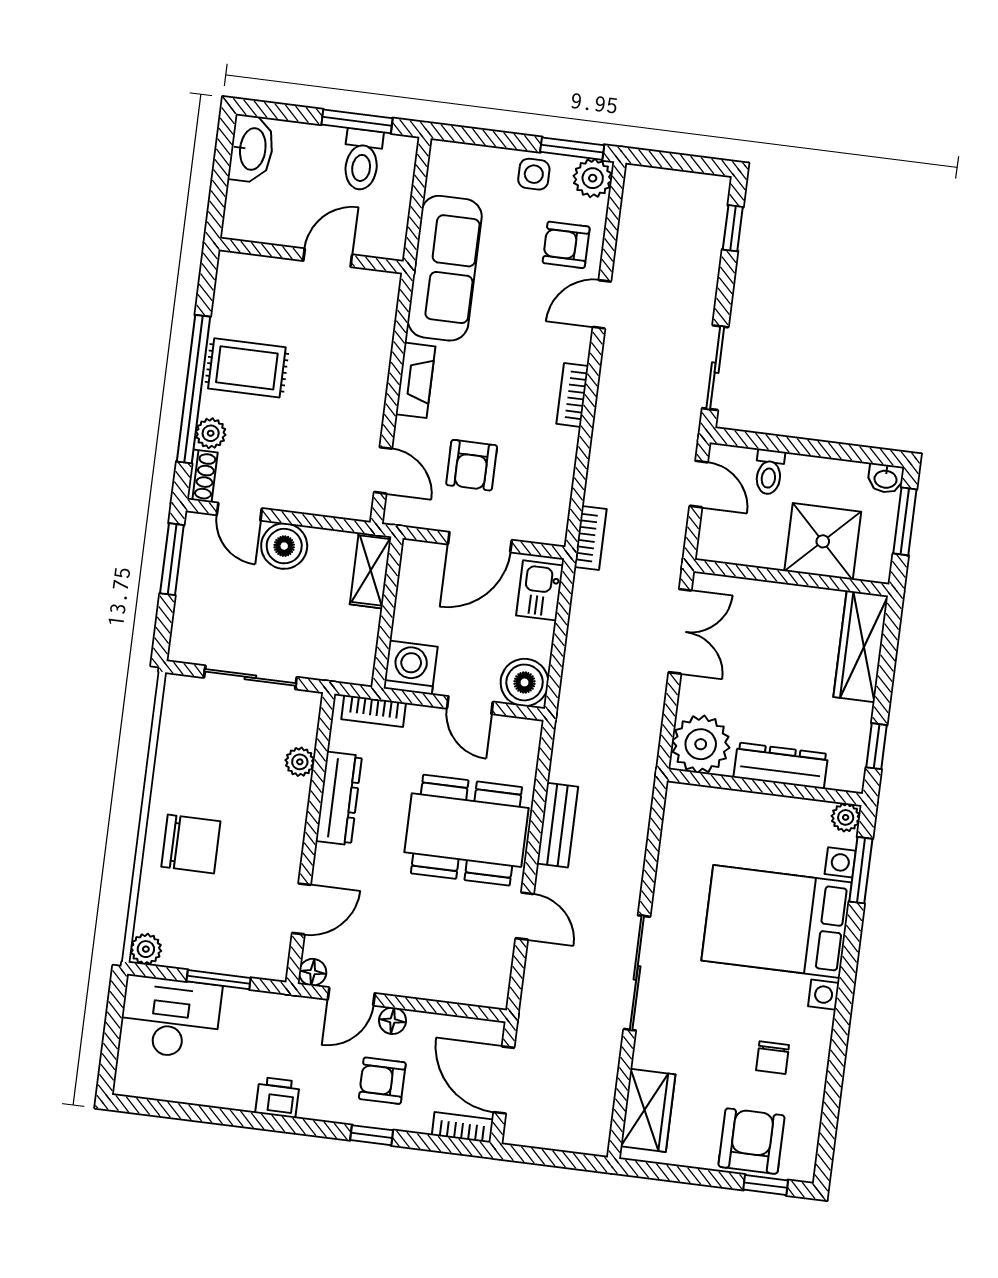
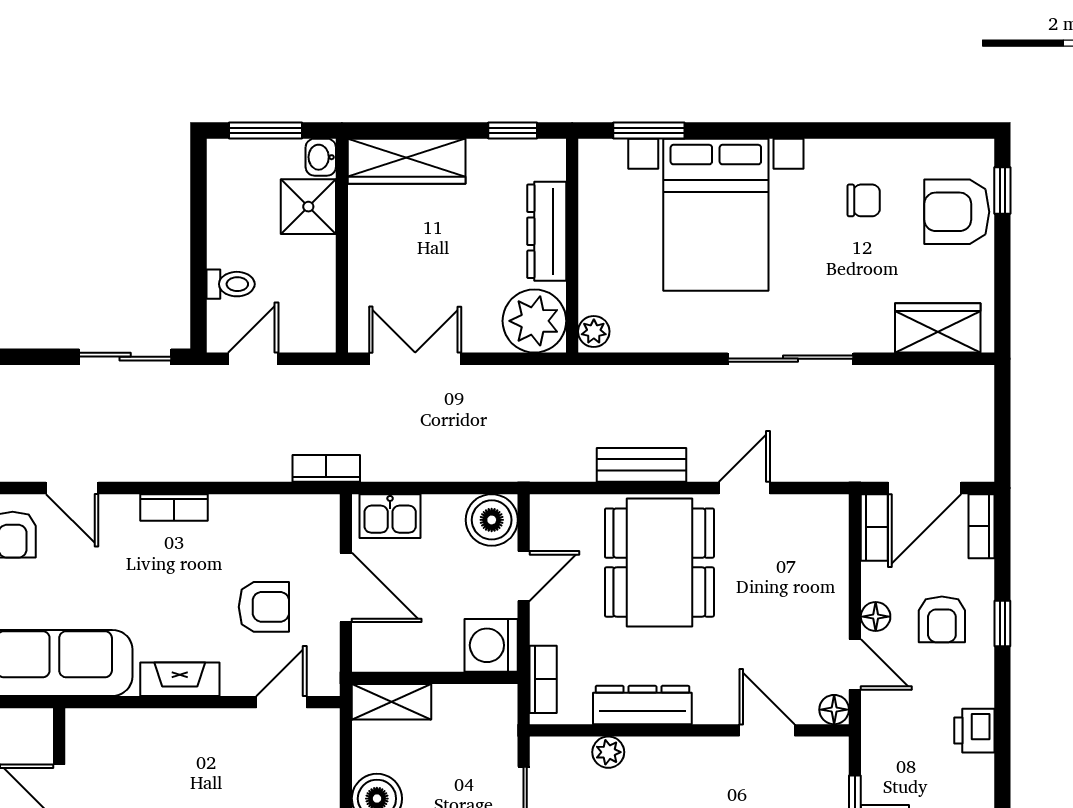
washbasin: (886, 478) -> (321, 157), moved, turned 180
shower: (823, 541) -> (308, 207), width x0.73, depth x0.73
plant: (846, 817) -> (594, 331), moved
bookcase: (474, 1030) -> (874, 527), added

